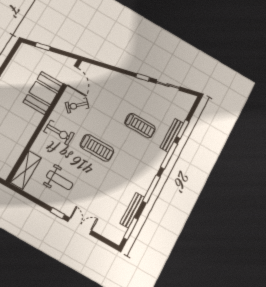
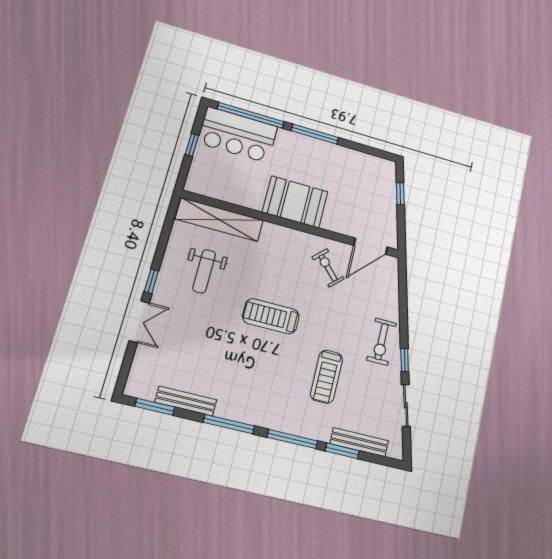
booth: (43, 93) -> (295, 202), moved
exercise bike: (59, 133) -> (382, 342), moved
bench: (172, 135) -> (359, 442), moved
treadmill: (97, 148) -> (271, 316), turned 90
shelving: (26, 170) -> (219, 220), width x1.47

